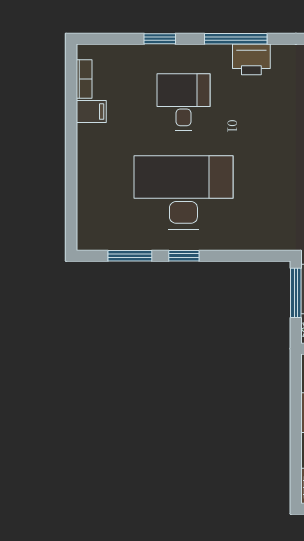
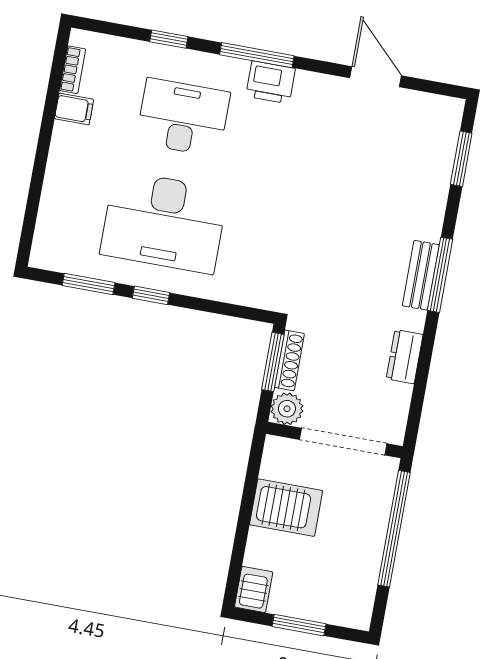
desk: (183, 102) -> (183, 117), width x1.37
desk: (183, 192) -> (164, 222), turned 180

